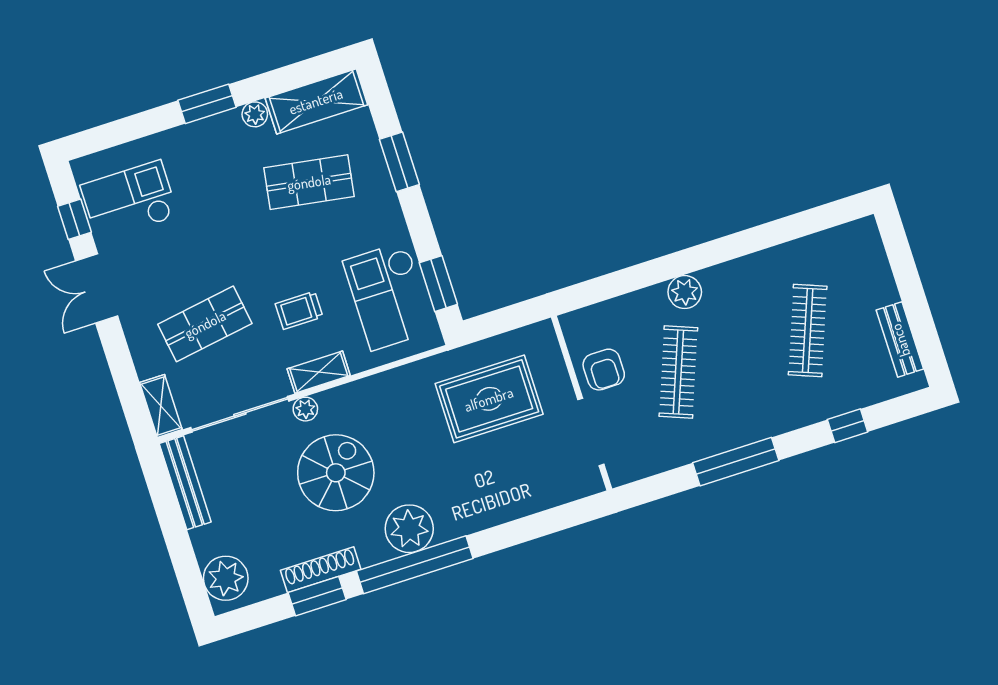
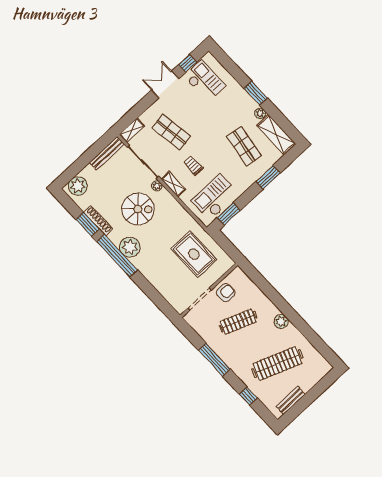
plant: (685, 292) -> (281, 322), moved
clothes rail: (808, 330) -> (277, 364), width x1.37, depth x1.31
armchair: (604, 370) -> (226, 293), turned 180

